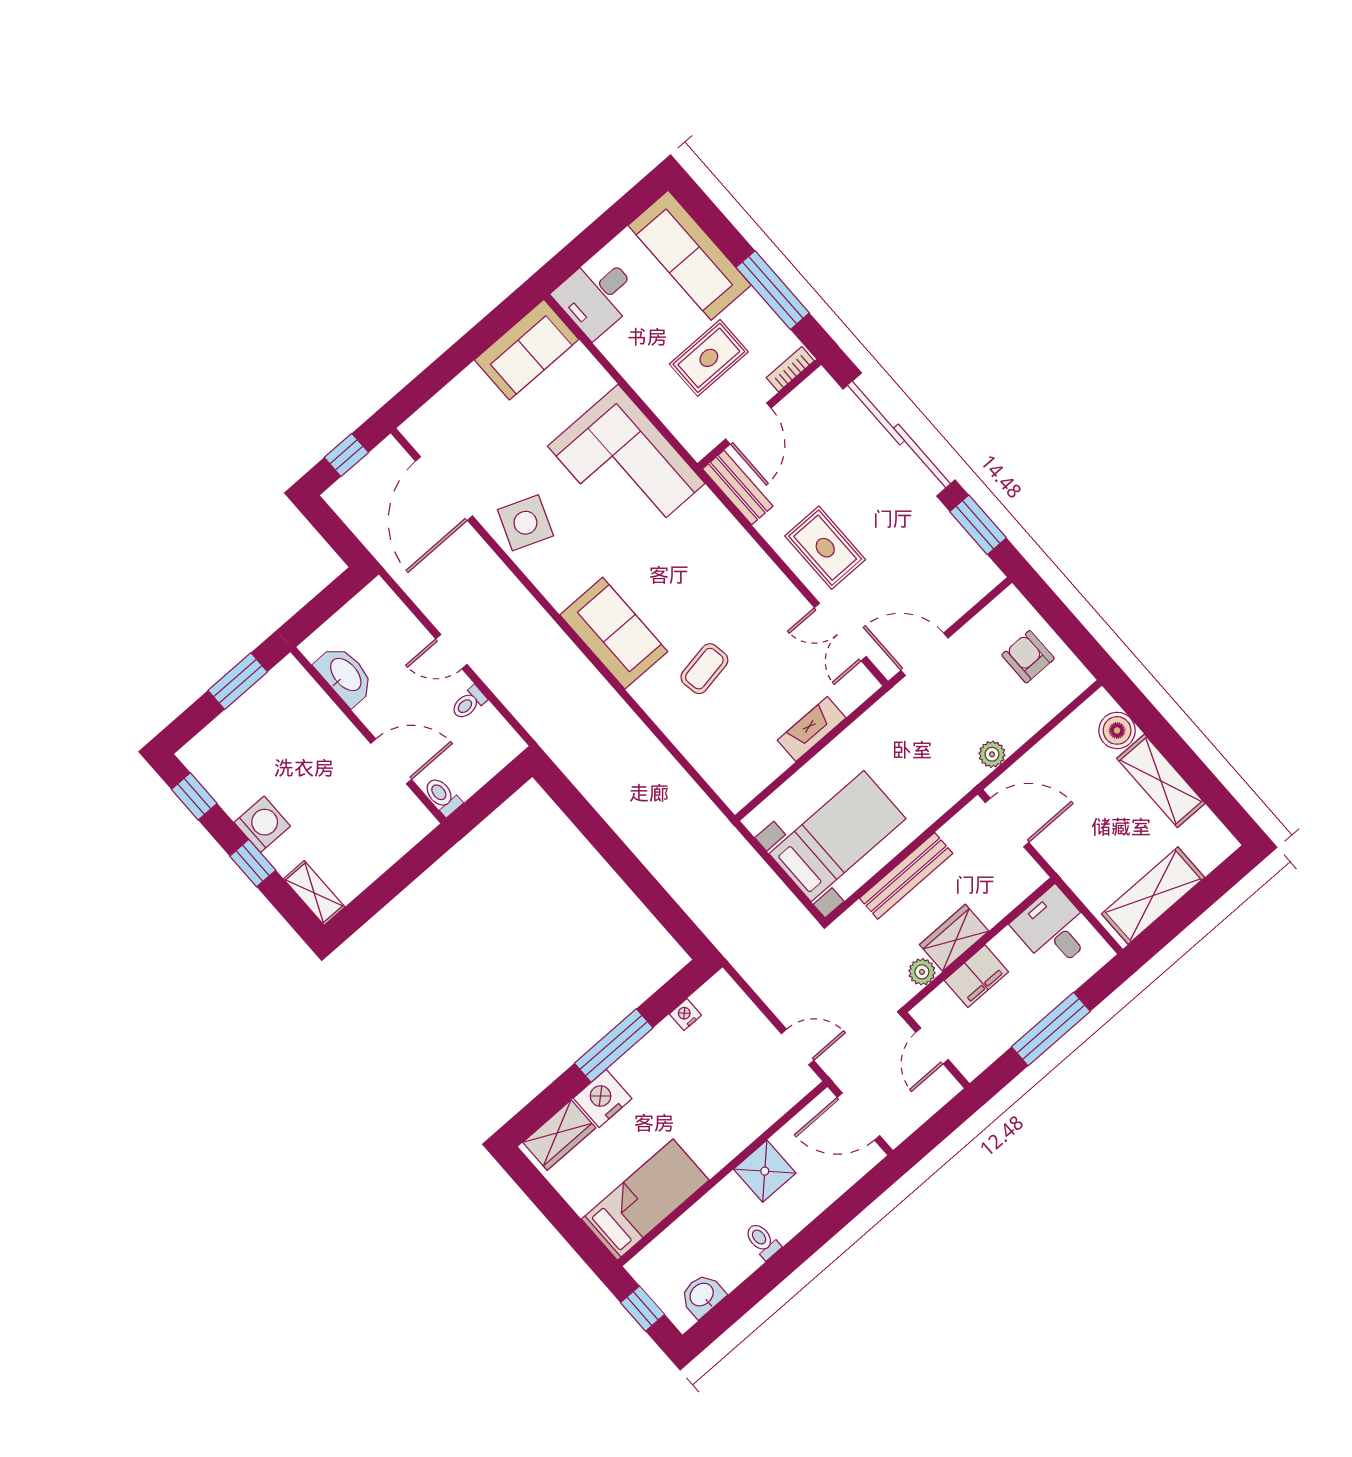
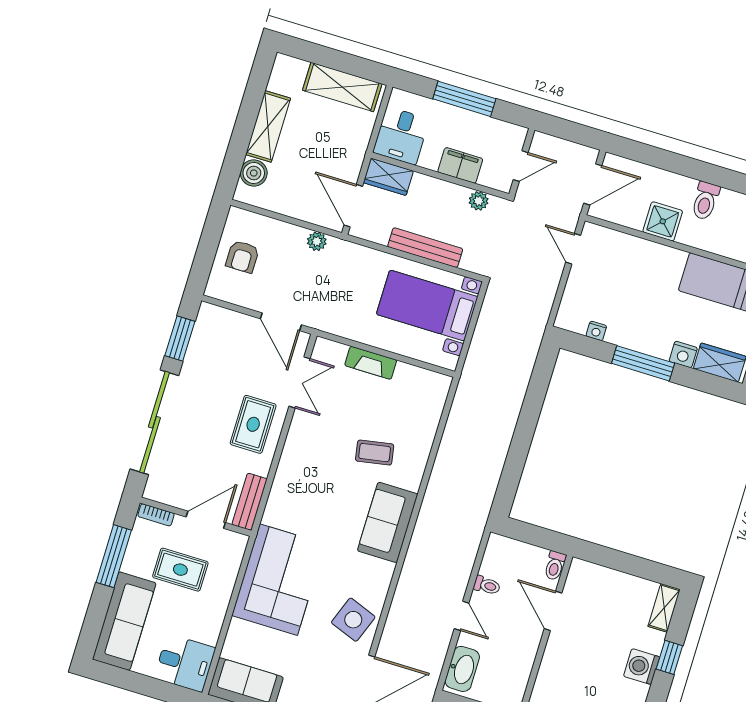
washbasin: (345, 675) -> (462, 669), moved, turned 180
wardrobe: (954, 938) -> (388, 177), moved
nightstand: (603, 1098) -> (683, 355), width x0.74, depth x0.75
door: (858, 1116) -> (593, 184), hinge flipped
toilet: (762, 1241) -> (705, 201), width x1.37, depth x1.39

